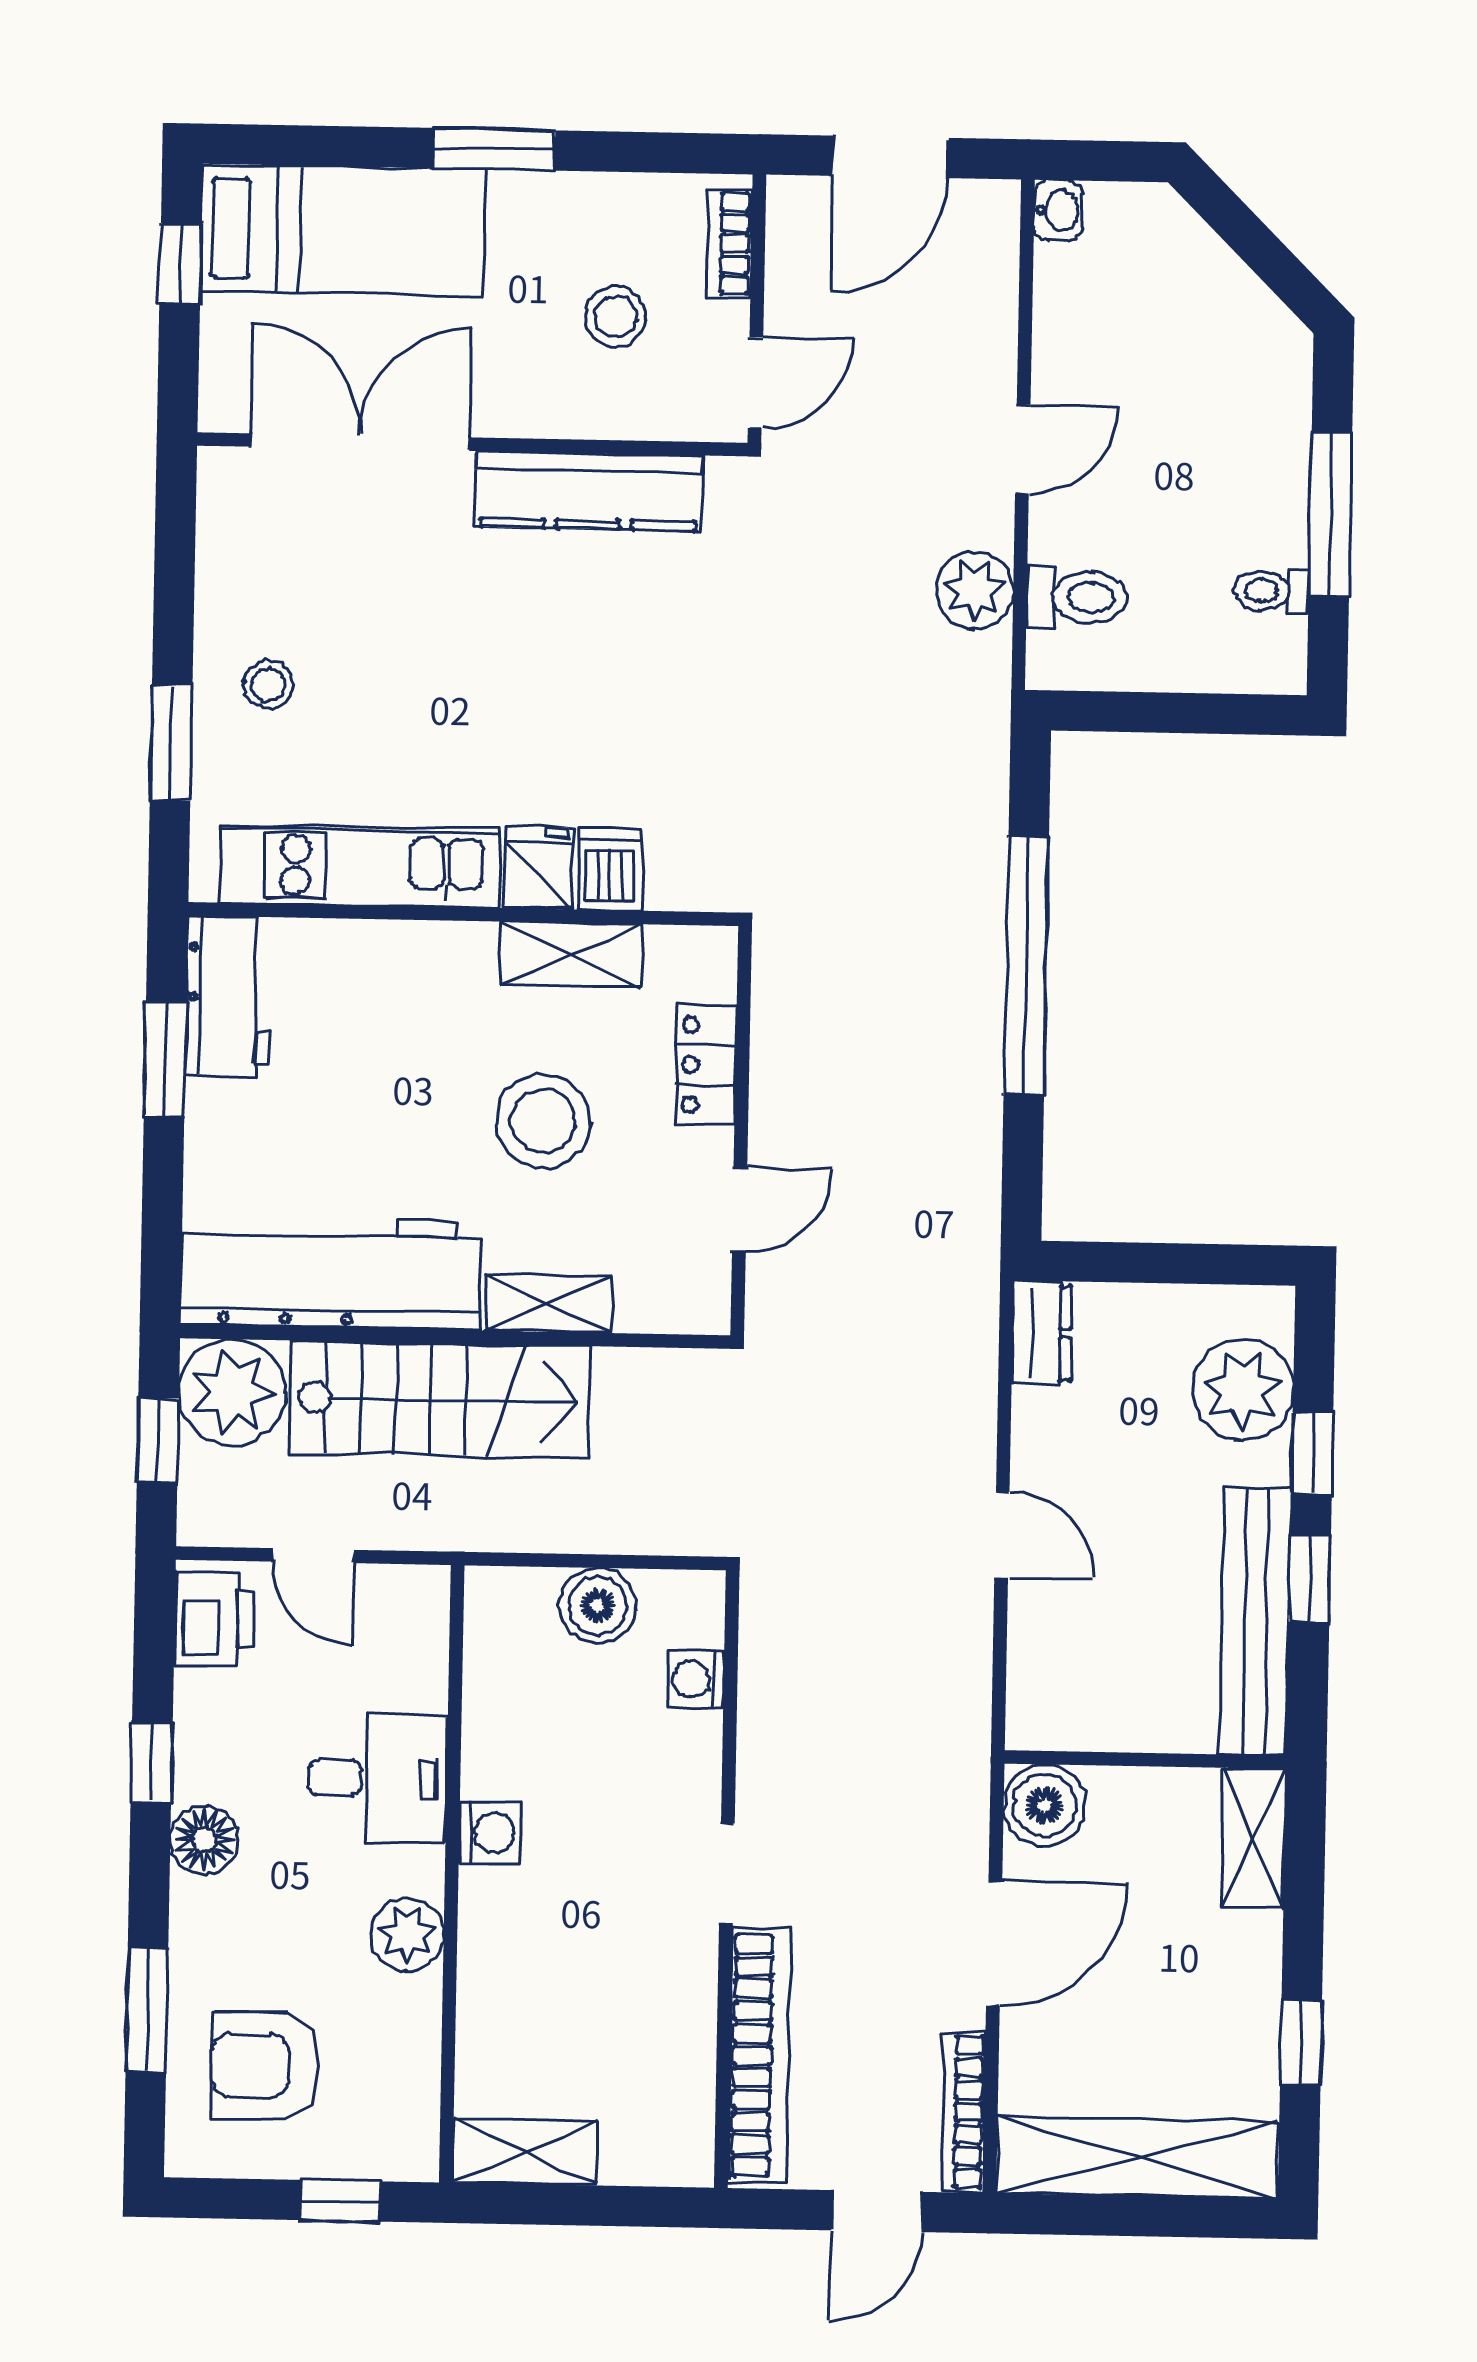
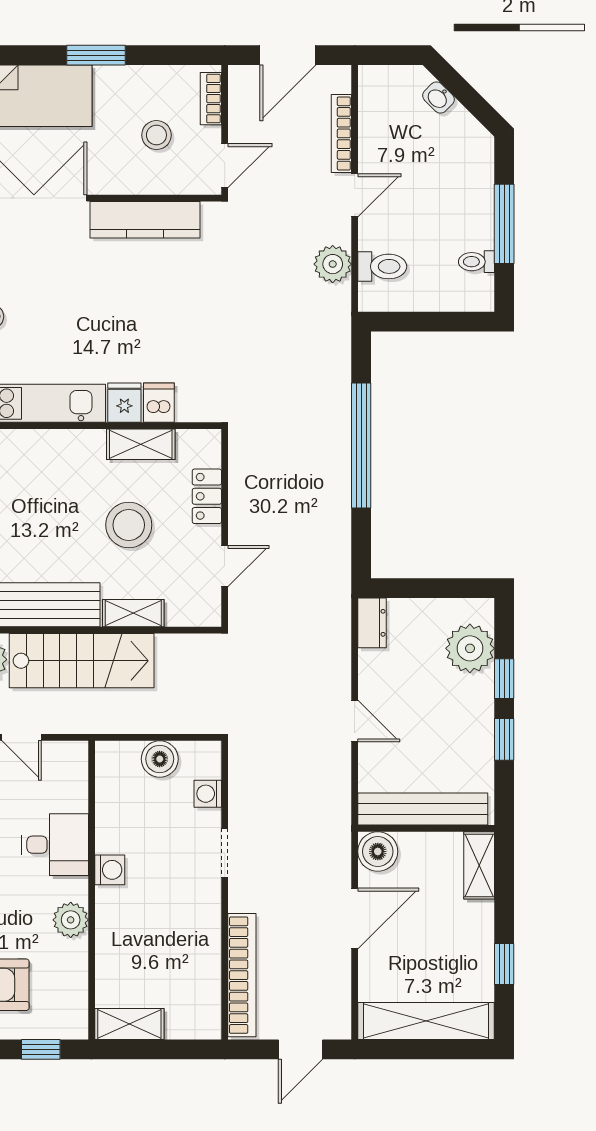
washbasin: (1058, 210) -> (438, 97), moved, turned 135
bench: (1256, 1621) -> (423, 809), moved, turned 90
doorway: (727, 1874) -> (225, 853), moved
bookcase: (963, 2112) -> (341, 133), moved

